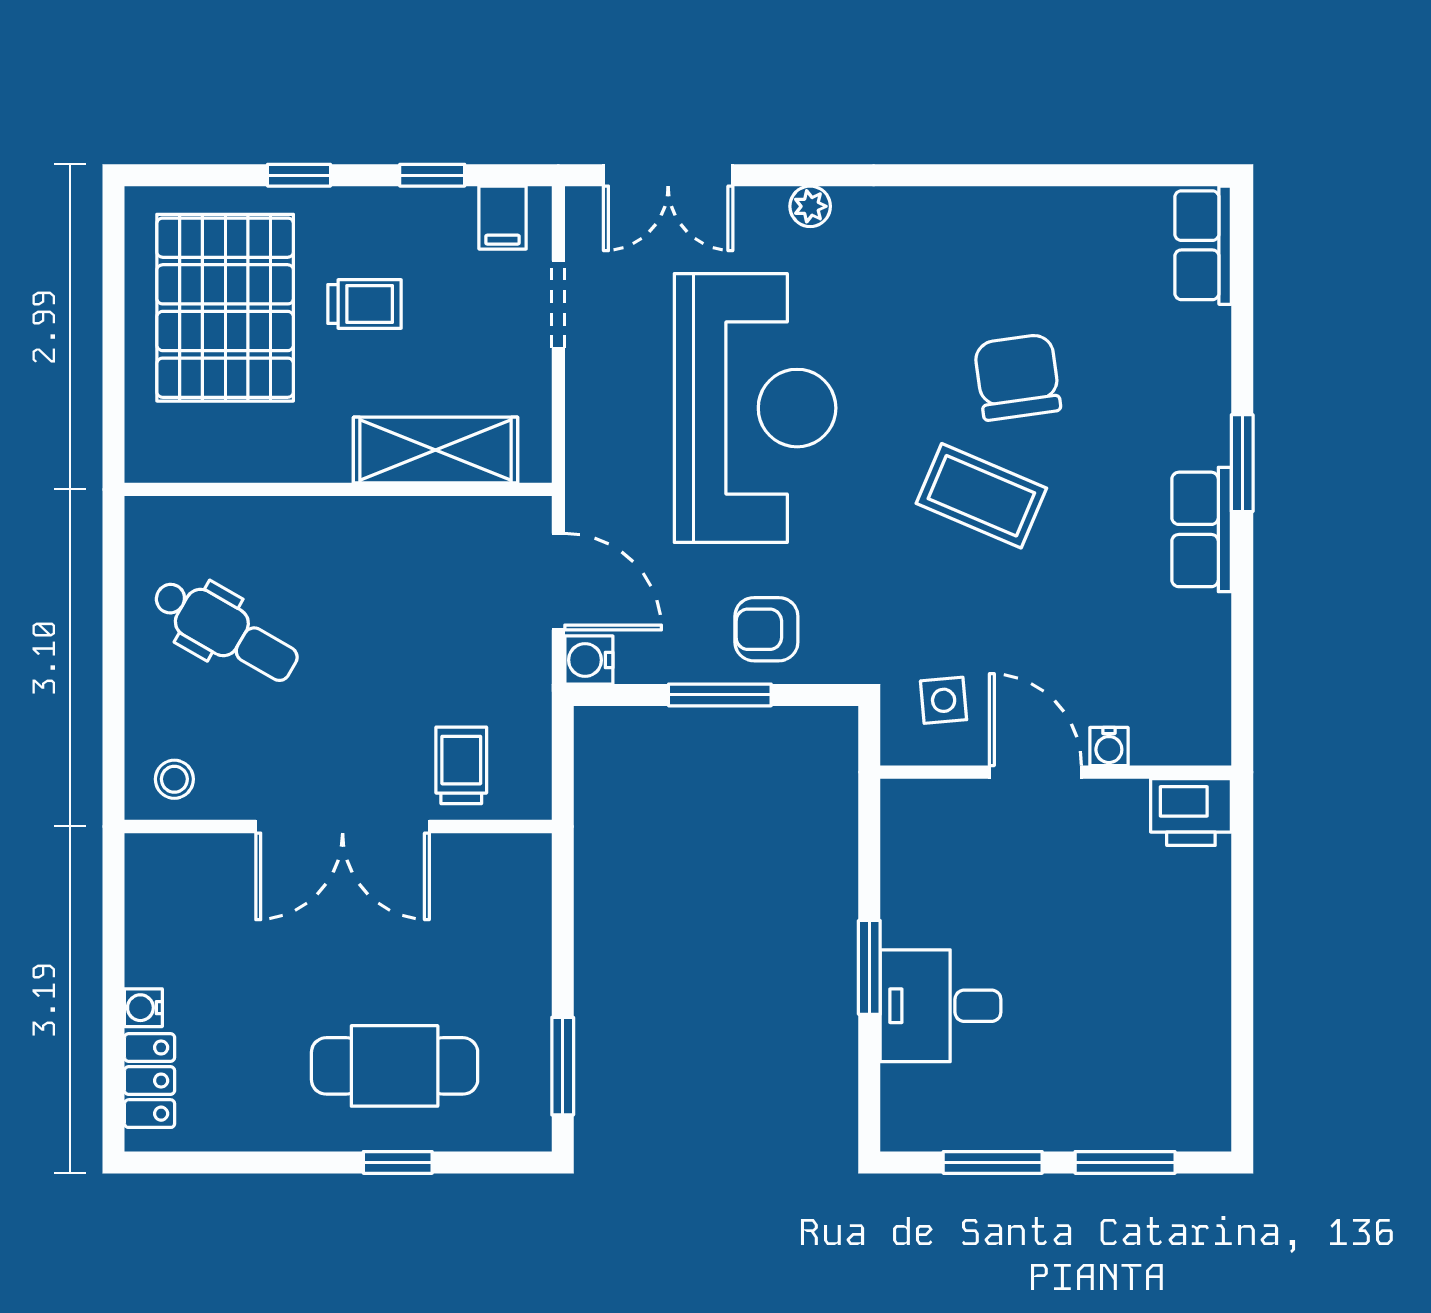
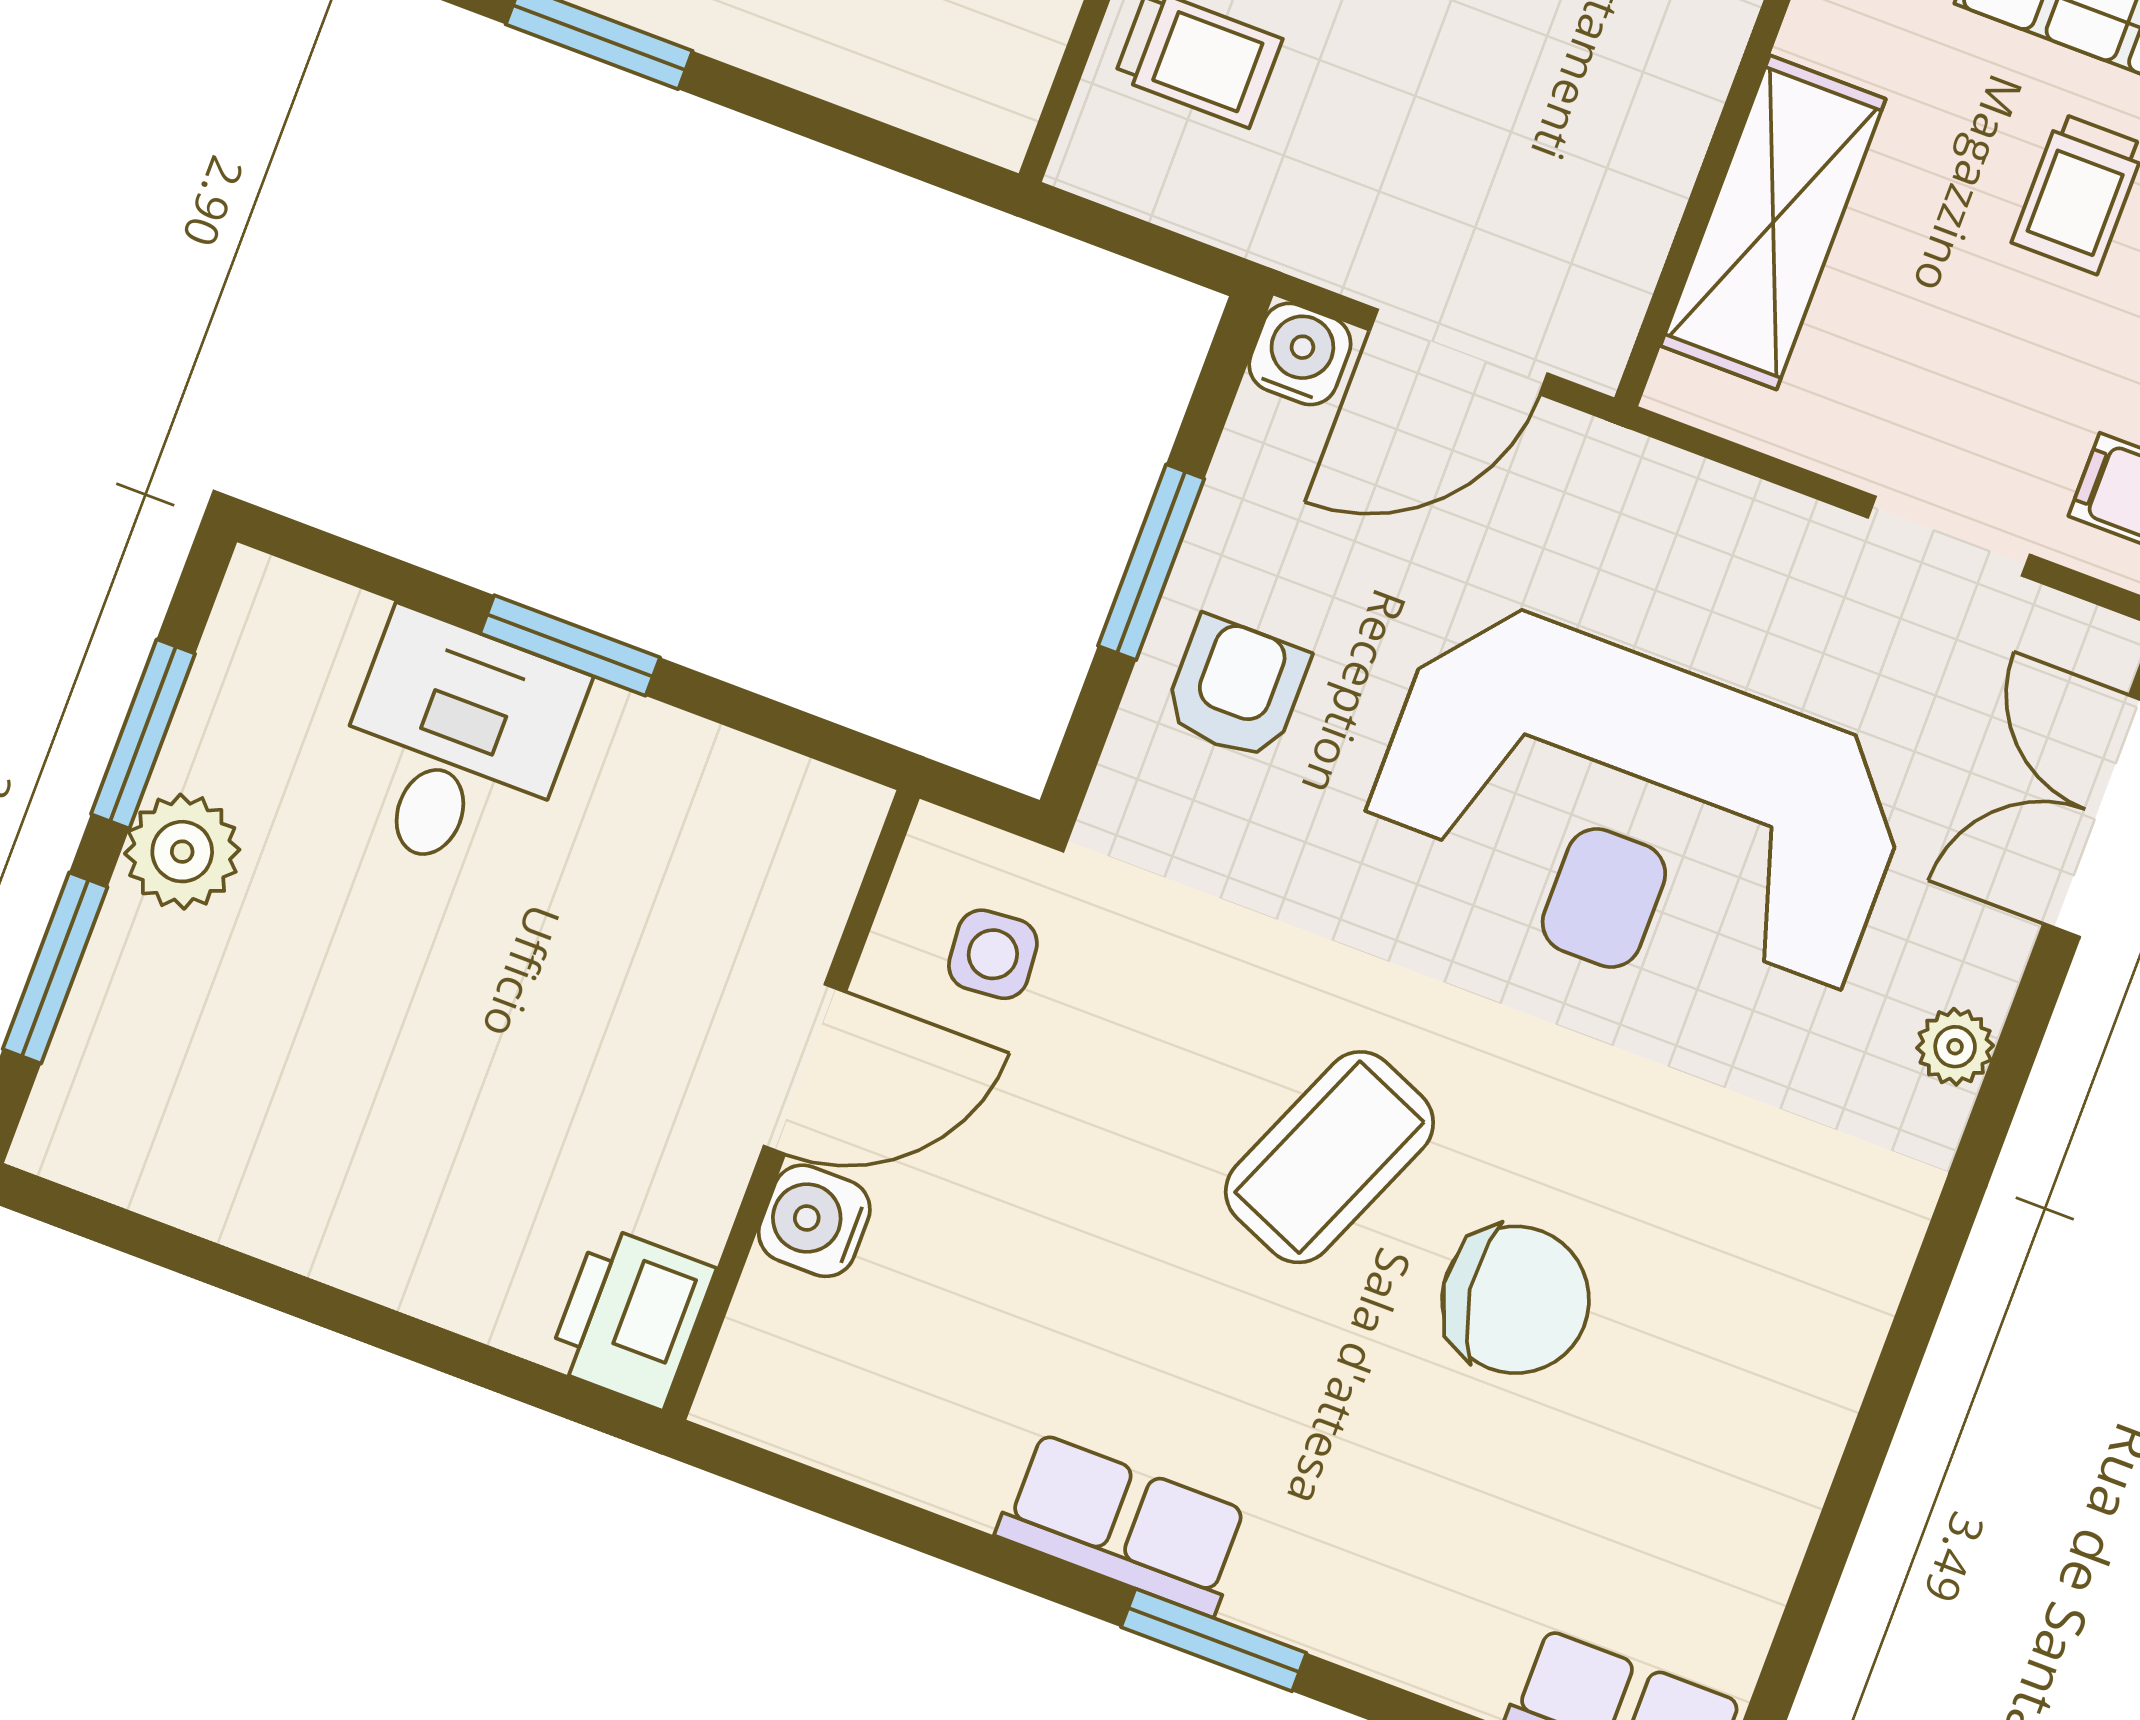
water cooler: (1109, 746) -> (814, 1221), width x1.38, depth x1.38
plant: (1044, 1121) -> (182, 852), added

